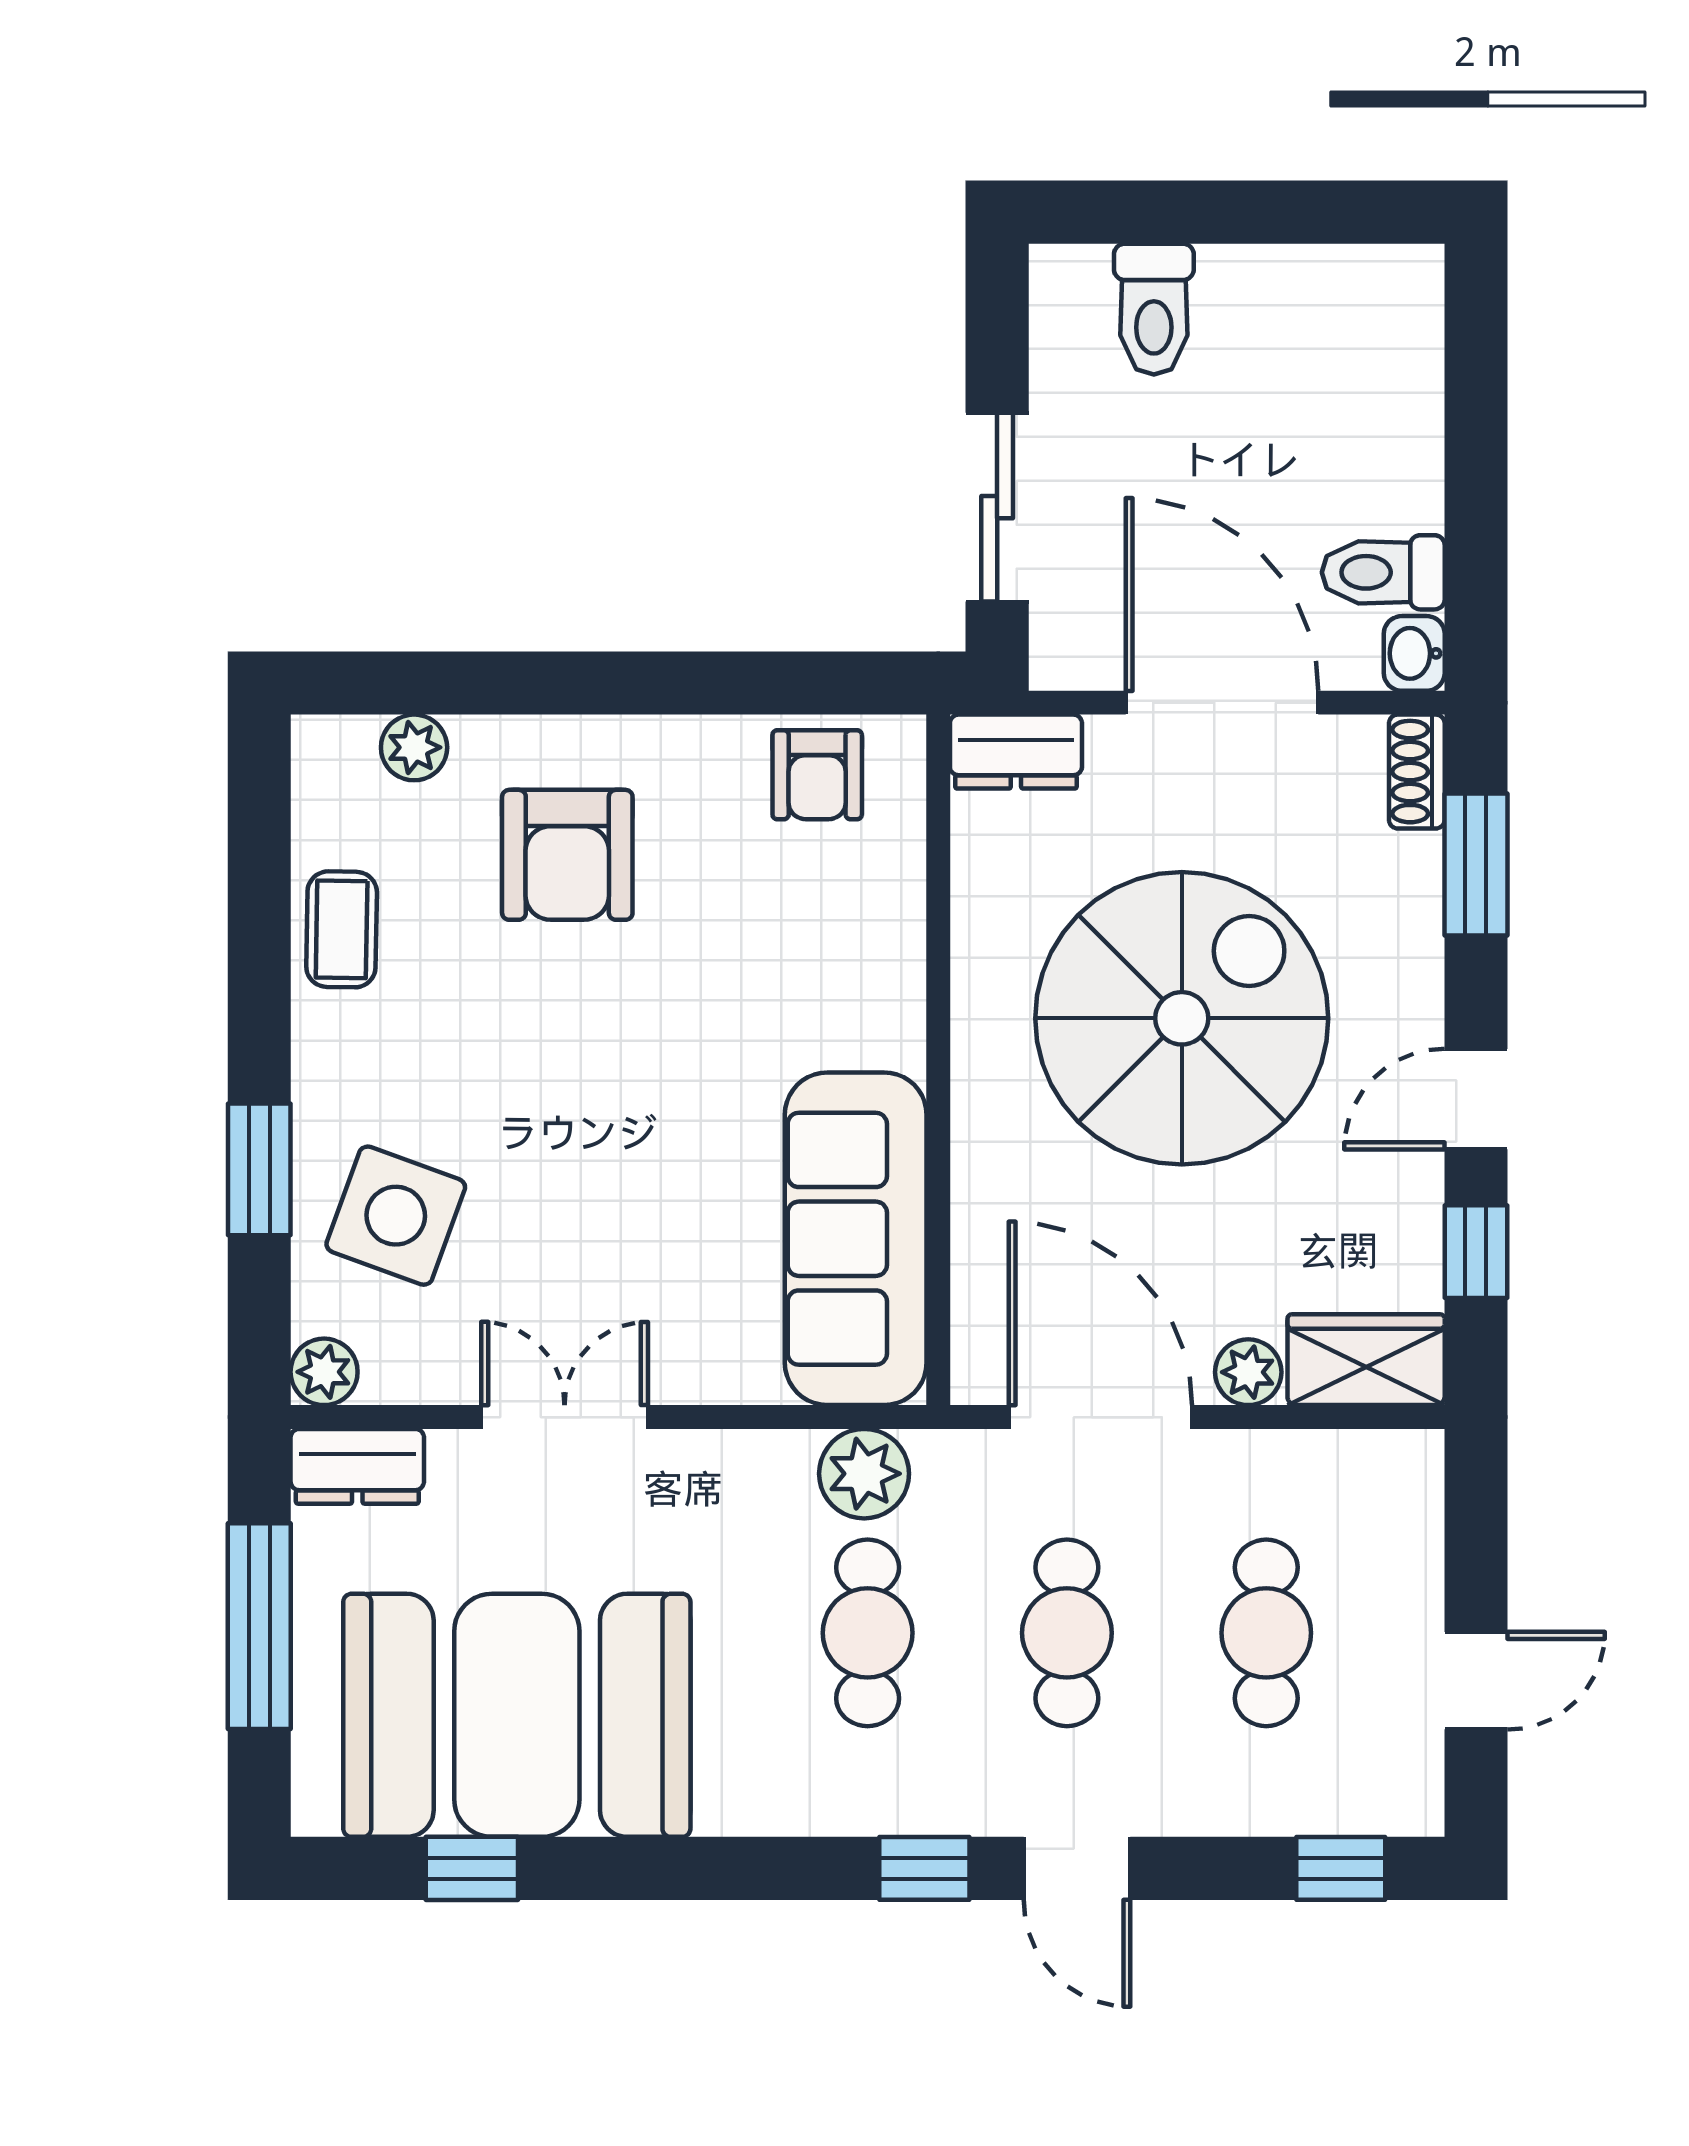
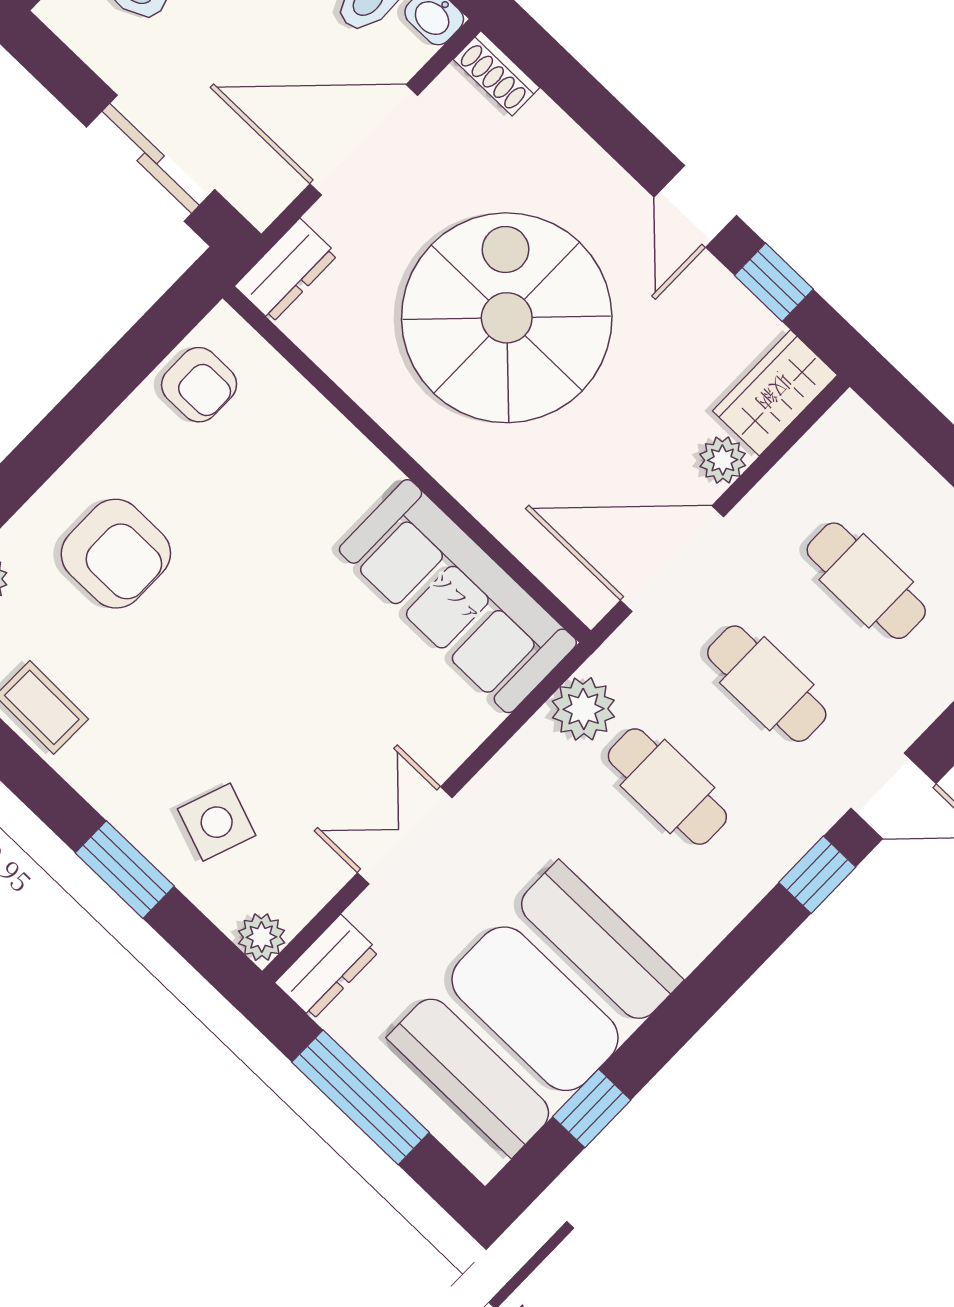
window: (1476, 865) -> (574, 89), removed
side table: (396, 1216) -> (217, 822), width x0.73, depth x0.73

